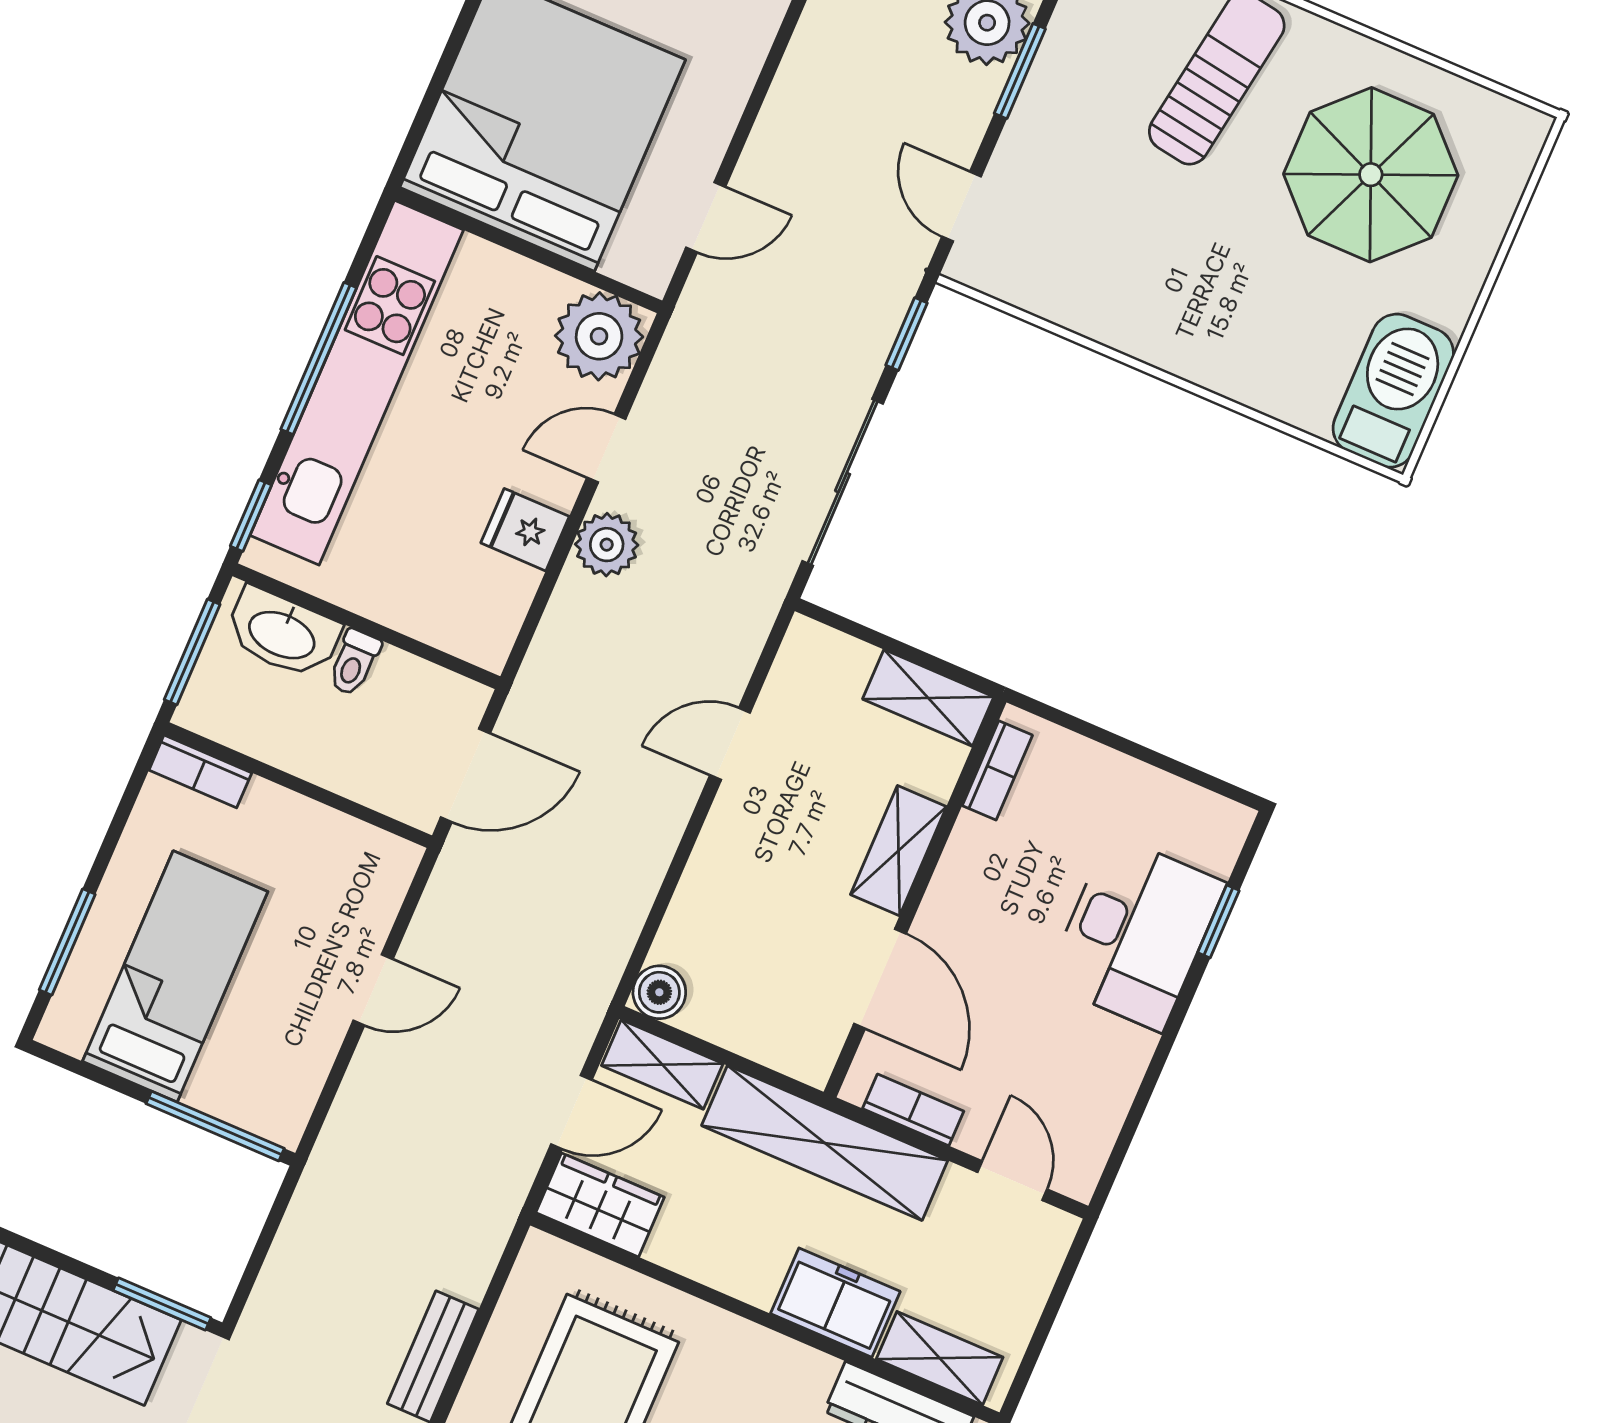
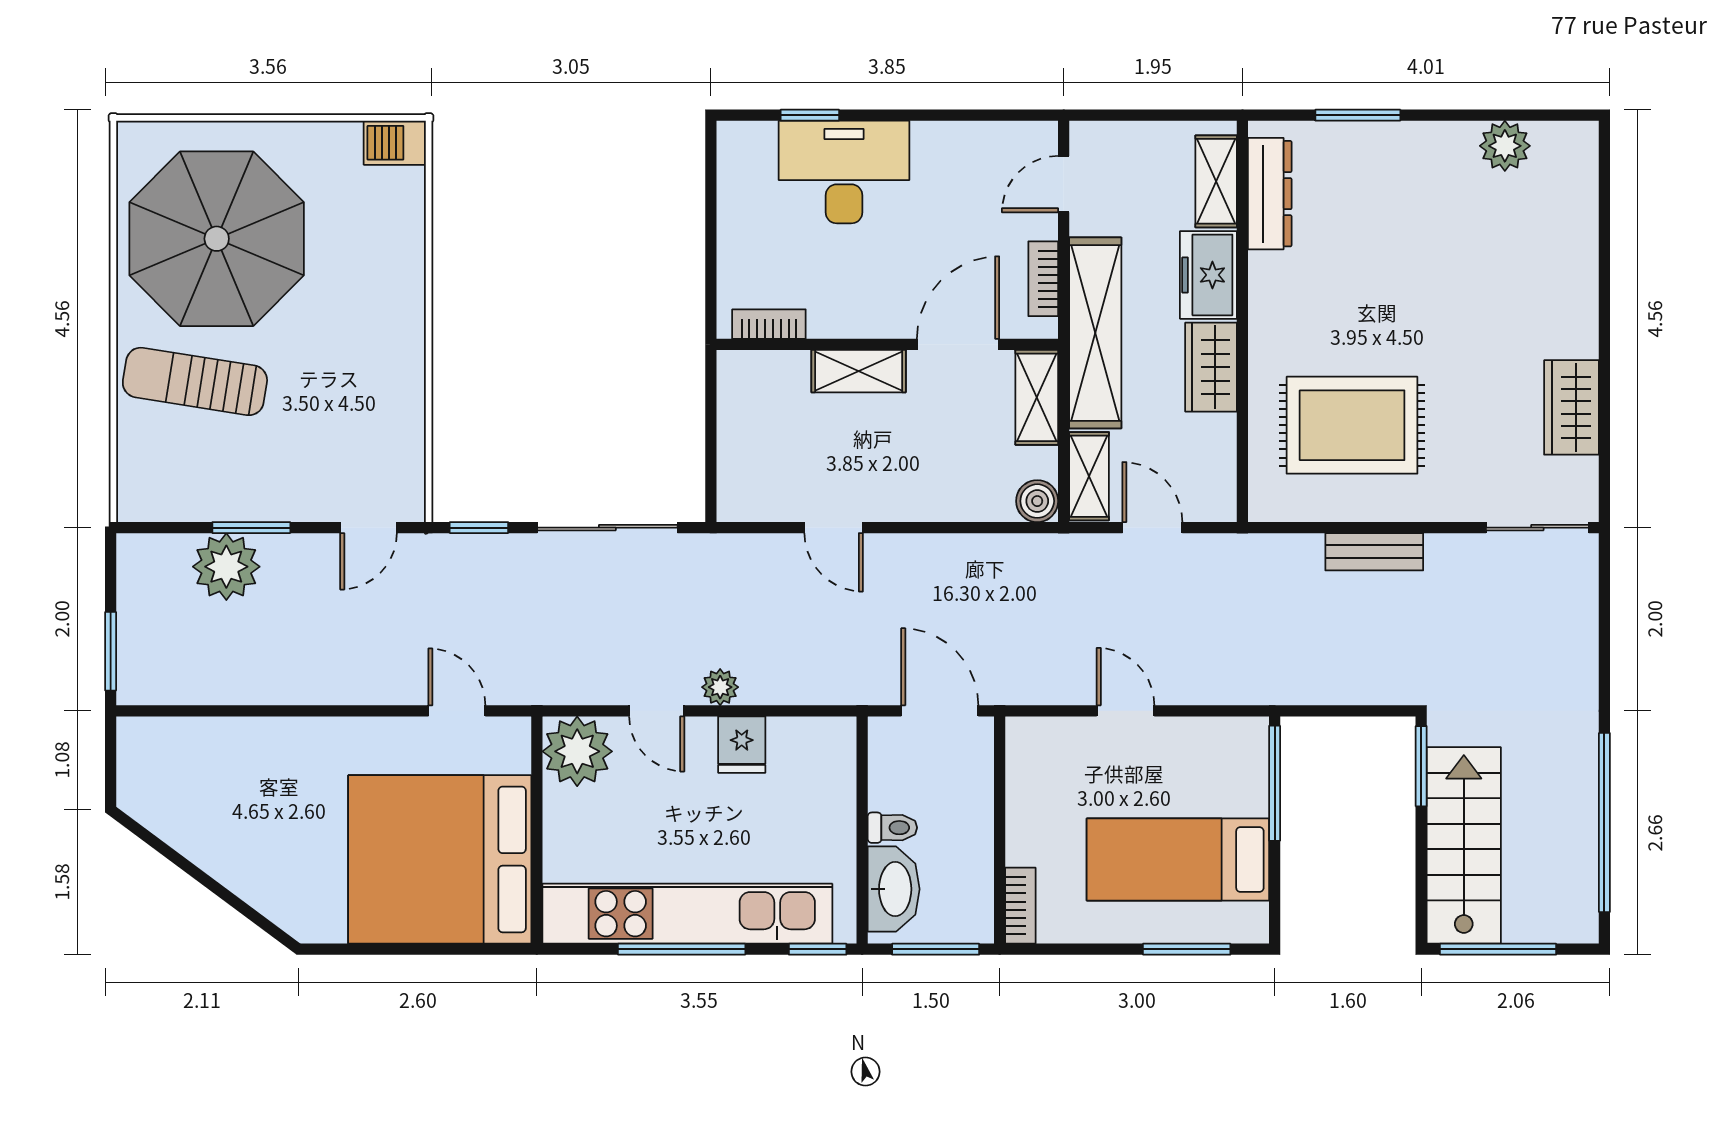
parasol: (1371, 175) -> (217, 239), width x1.36, depth x1.36
barbecue: (1393, 391) -> (395, 143), width x0.53, depth x0.65
plant: (607, 545) -> (720, 687), width x0.73, depth x0.73
shelving: (928, 698) -> (1037, 397), moved
wardrobe: (600, 1205) -> (1211, 367), moved

